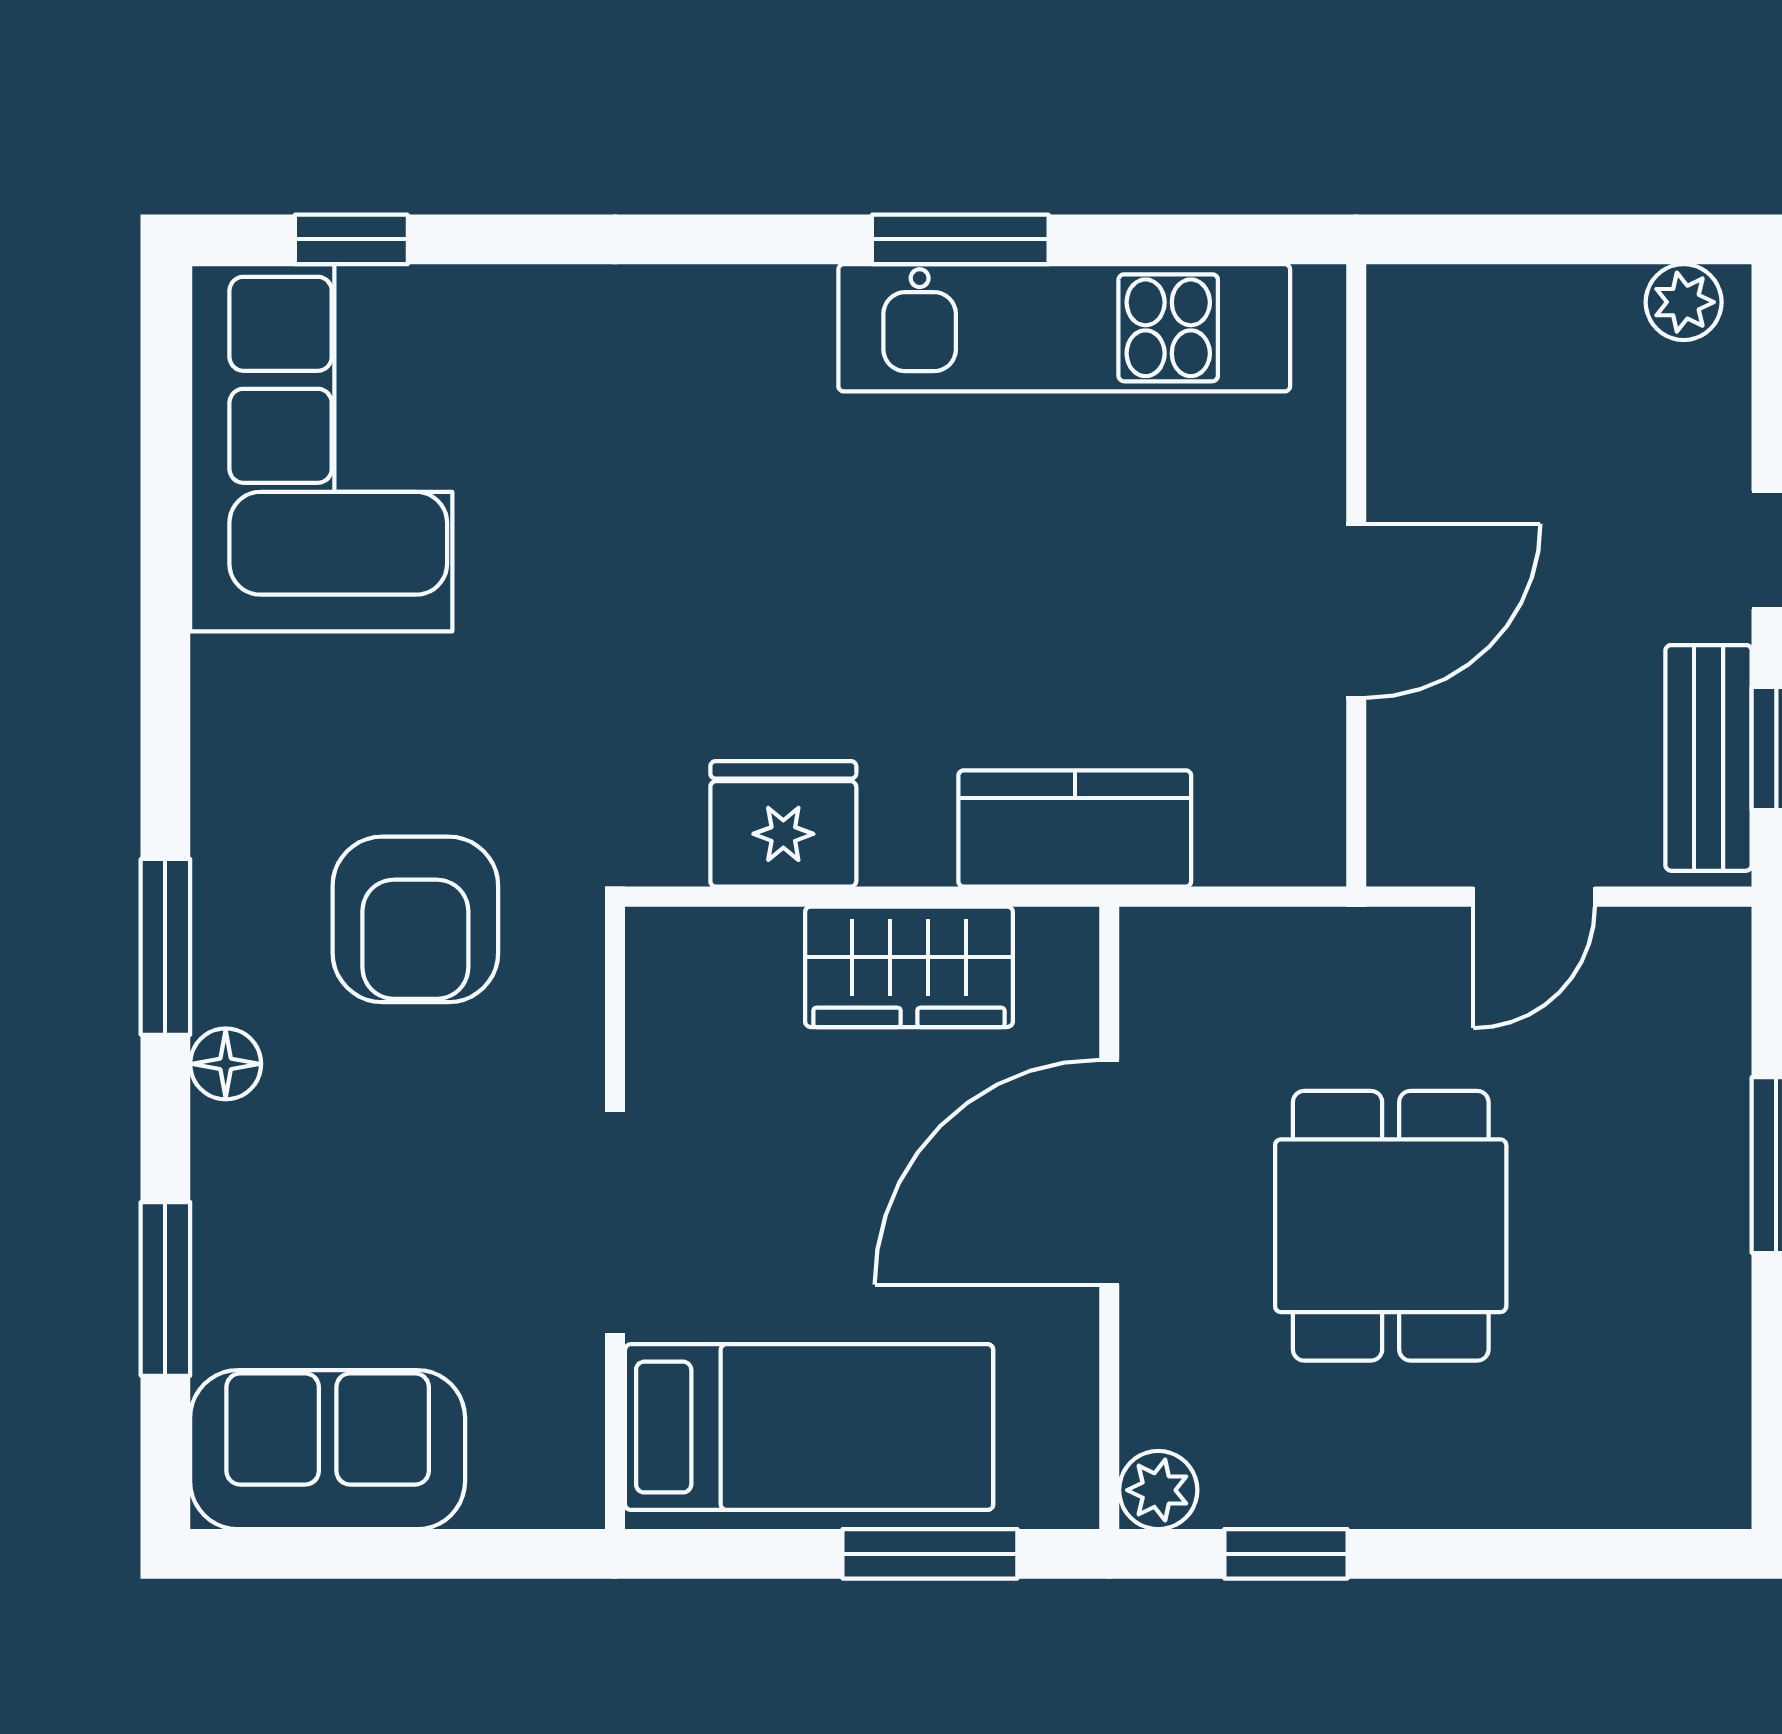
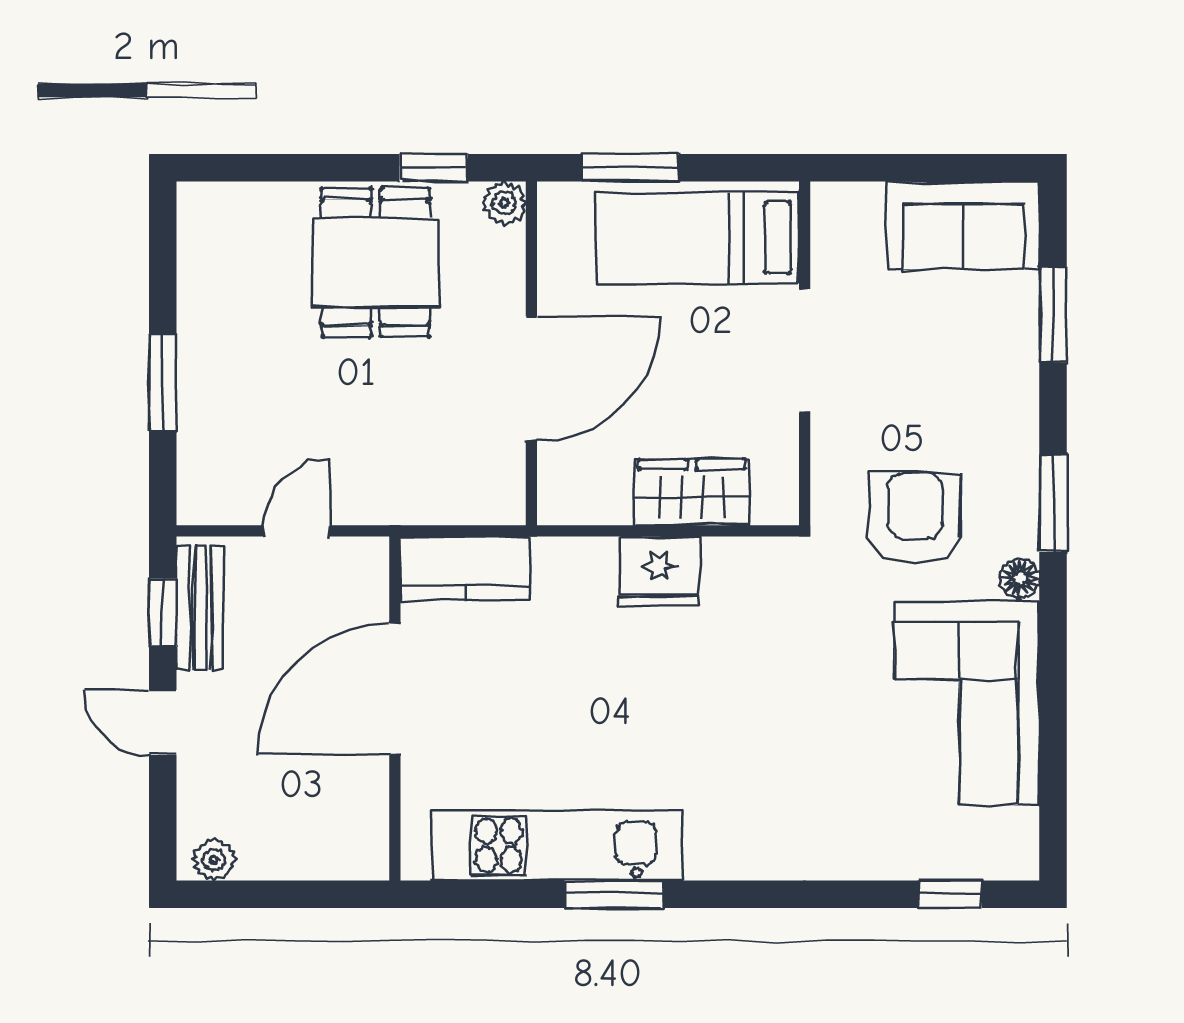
corner sofa: (321, 448) -> (967, 703), moved
door: (1356, 611) -> (395, 689), width x1.36
fridge: (783, 824) -> (660, 571), moved
kitchen counter: (1075, 829) -> (465, 569), moved
wardrobe: (909, 967) -> (692, 492), moved
floor lamp: (226, 1064) -> (1020, 578), moved
dining table: (1391, 1226) -> (376, 262), moved

